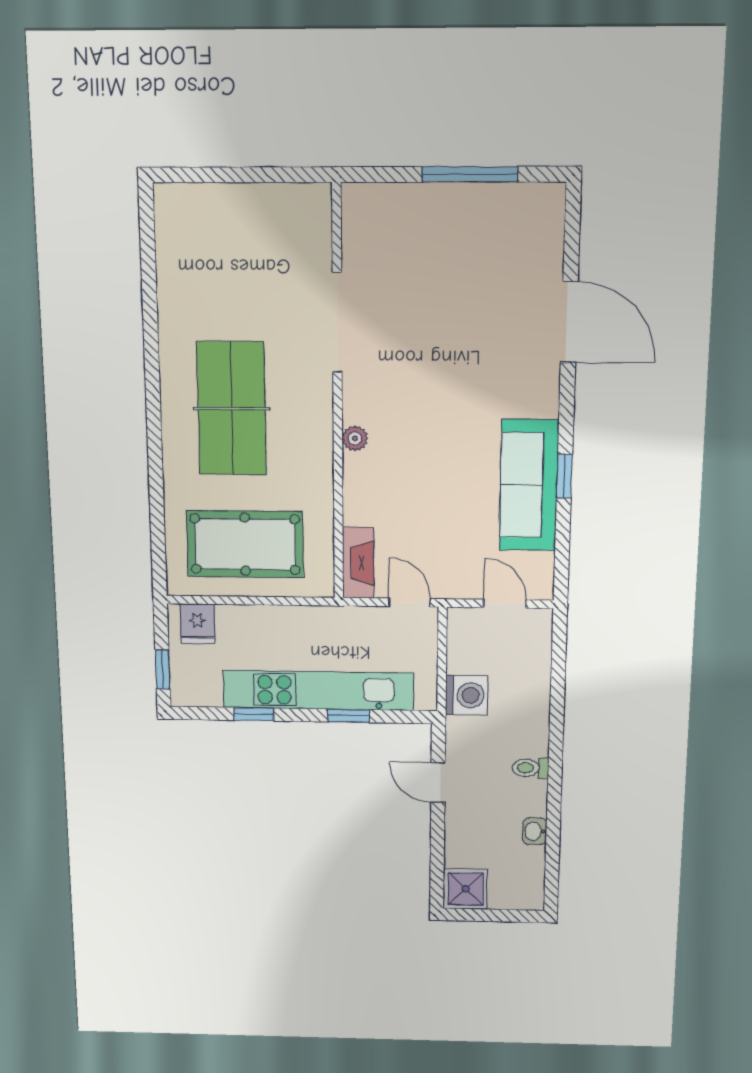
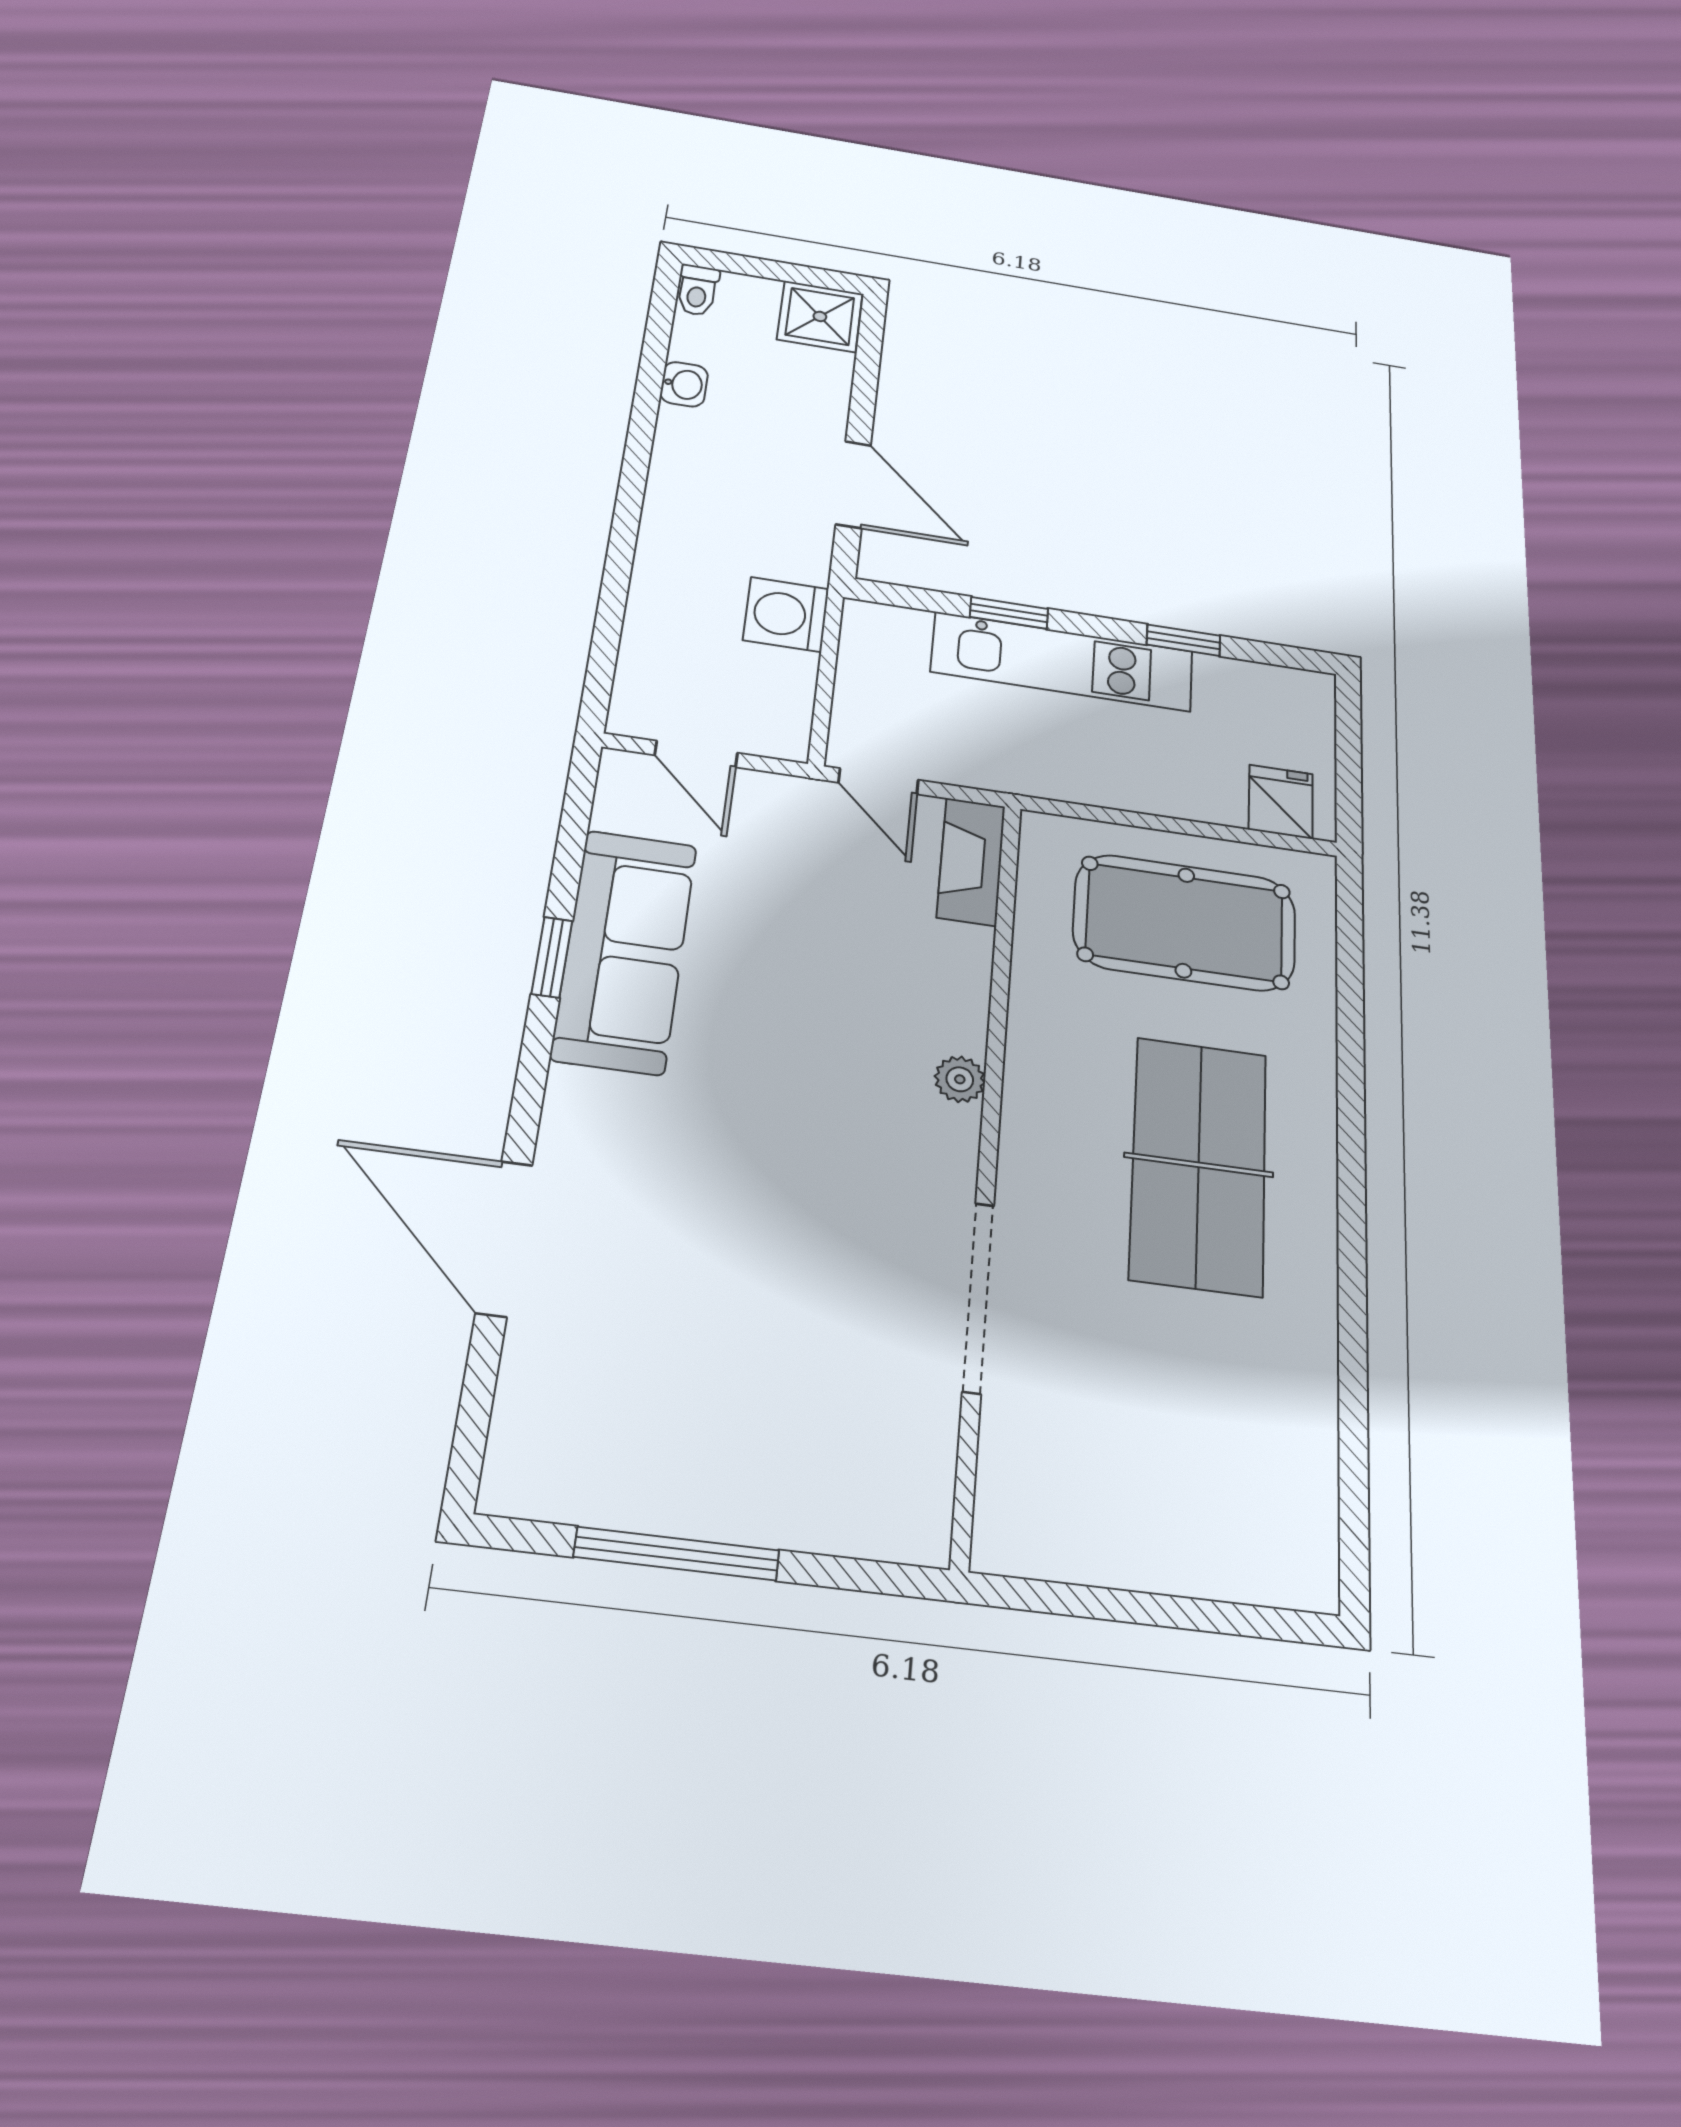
window: (163, 669) -> (1348, 736), removed
kitchen unit: (318, 690) -> (1063, 662), width x0.73
toilet: (530, 768) -> (697, 290), moved, turned 90
door: (438, 783) -> (853, 485), width x1.38

